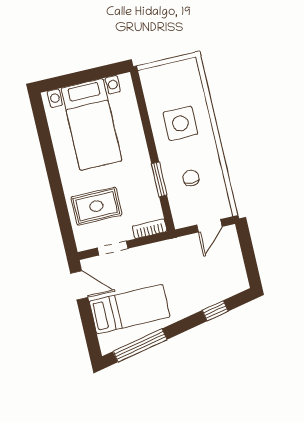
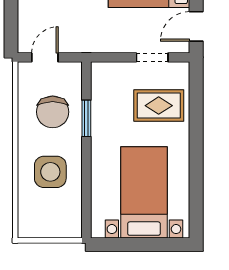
chair: (191, 178) -> (53, 112), width x1.87, depth x1.87
bookcase: (150, 229) -> (108, 69), removed
door: (79, 285) -> (196, 26), hinge flipped

